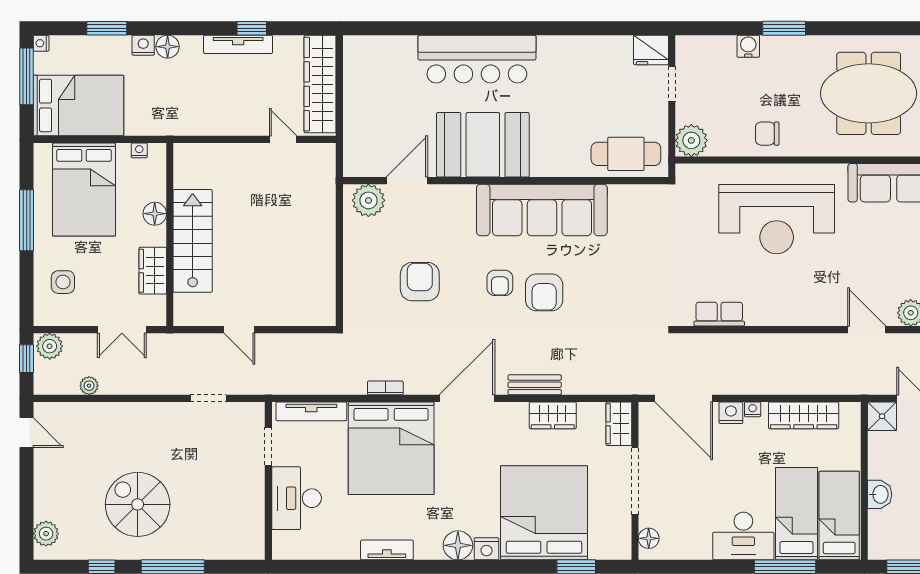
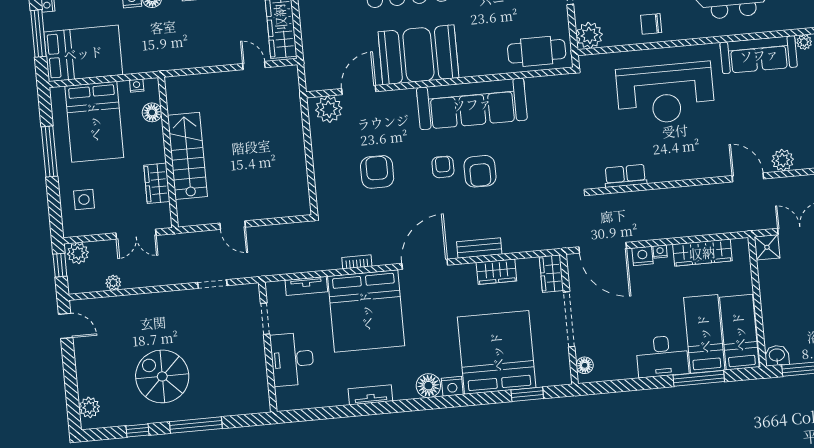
floor lamp: (155, 214) -> (152, 112), moved
armchair: (500, 283) -> (443, 167), turned 180
tv unit: (311, 411) -> (306, 286), width x0.71
washbasin: (880, 494) -> (777, 356), moved, turned -90

